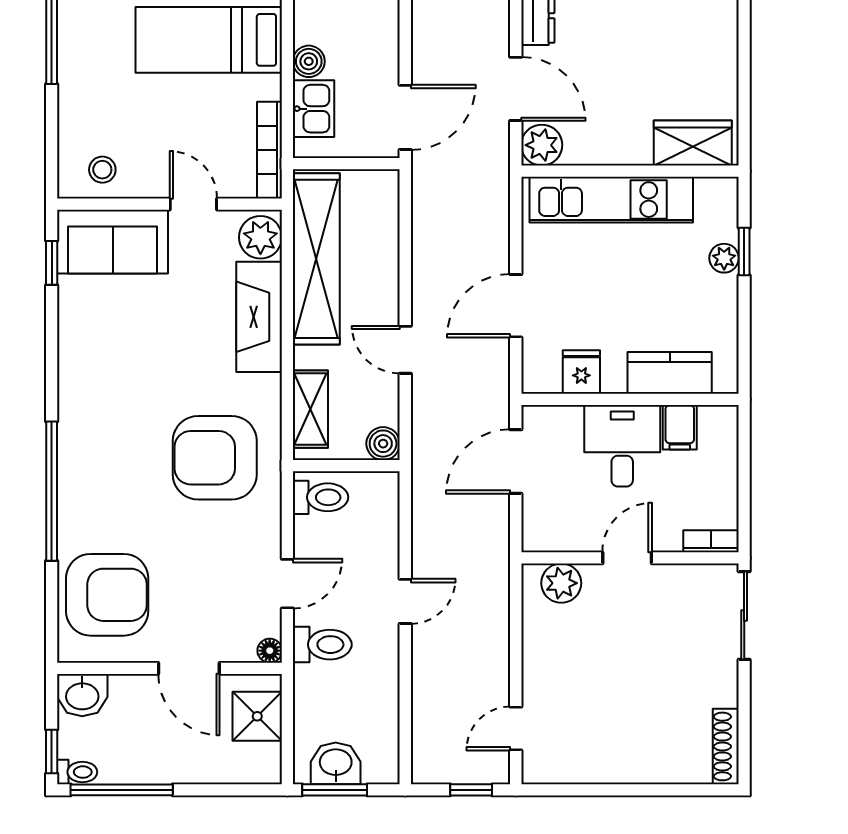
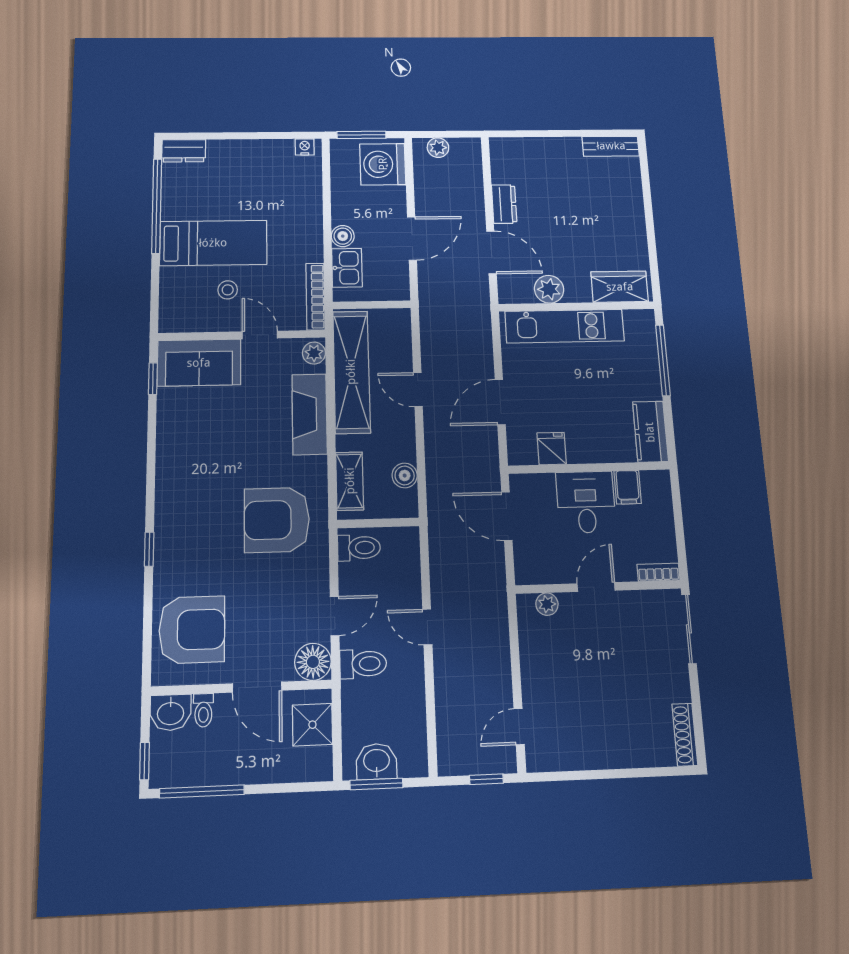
bed: (209, 40) -> (213, 243), moved, turned 180
door: (405, 117) -> (412, 239), moved
plant: (542, 145) -> (549, 289), moved
stool: (102, 170) -> (228, 290), moved
plant: (260, 237) -> (314, 353), width x0.73, depth x0.73
window: (744, 251) -> (663, 360), width x2.17
plant: (724, 258) -> (649, 365), removed
door: (405, 350) -> (418, 390), moved
kitchen counter: (670, 373) -> (650, 432), moved, turned -90
boiler: (383, 444) -> (405, 475), moved
door: (516, 461) -> (507, 516), hinge flipped
window: (52, 491) -> (149, 549), width x0.32
plant: (561, 583) -> (547, 604), width x0.73, depth x0.73
door: (405, 601) -> (427, 627), swing flipped
floor lamp: (270, 651) -> (313, 662), width x1.89, depth x1.89
toilet: (77, 772) -> (203, 710), moved, turned 90

